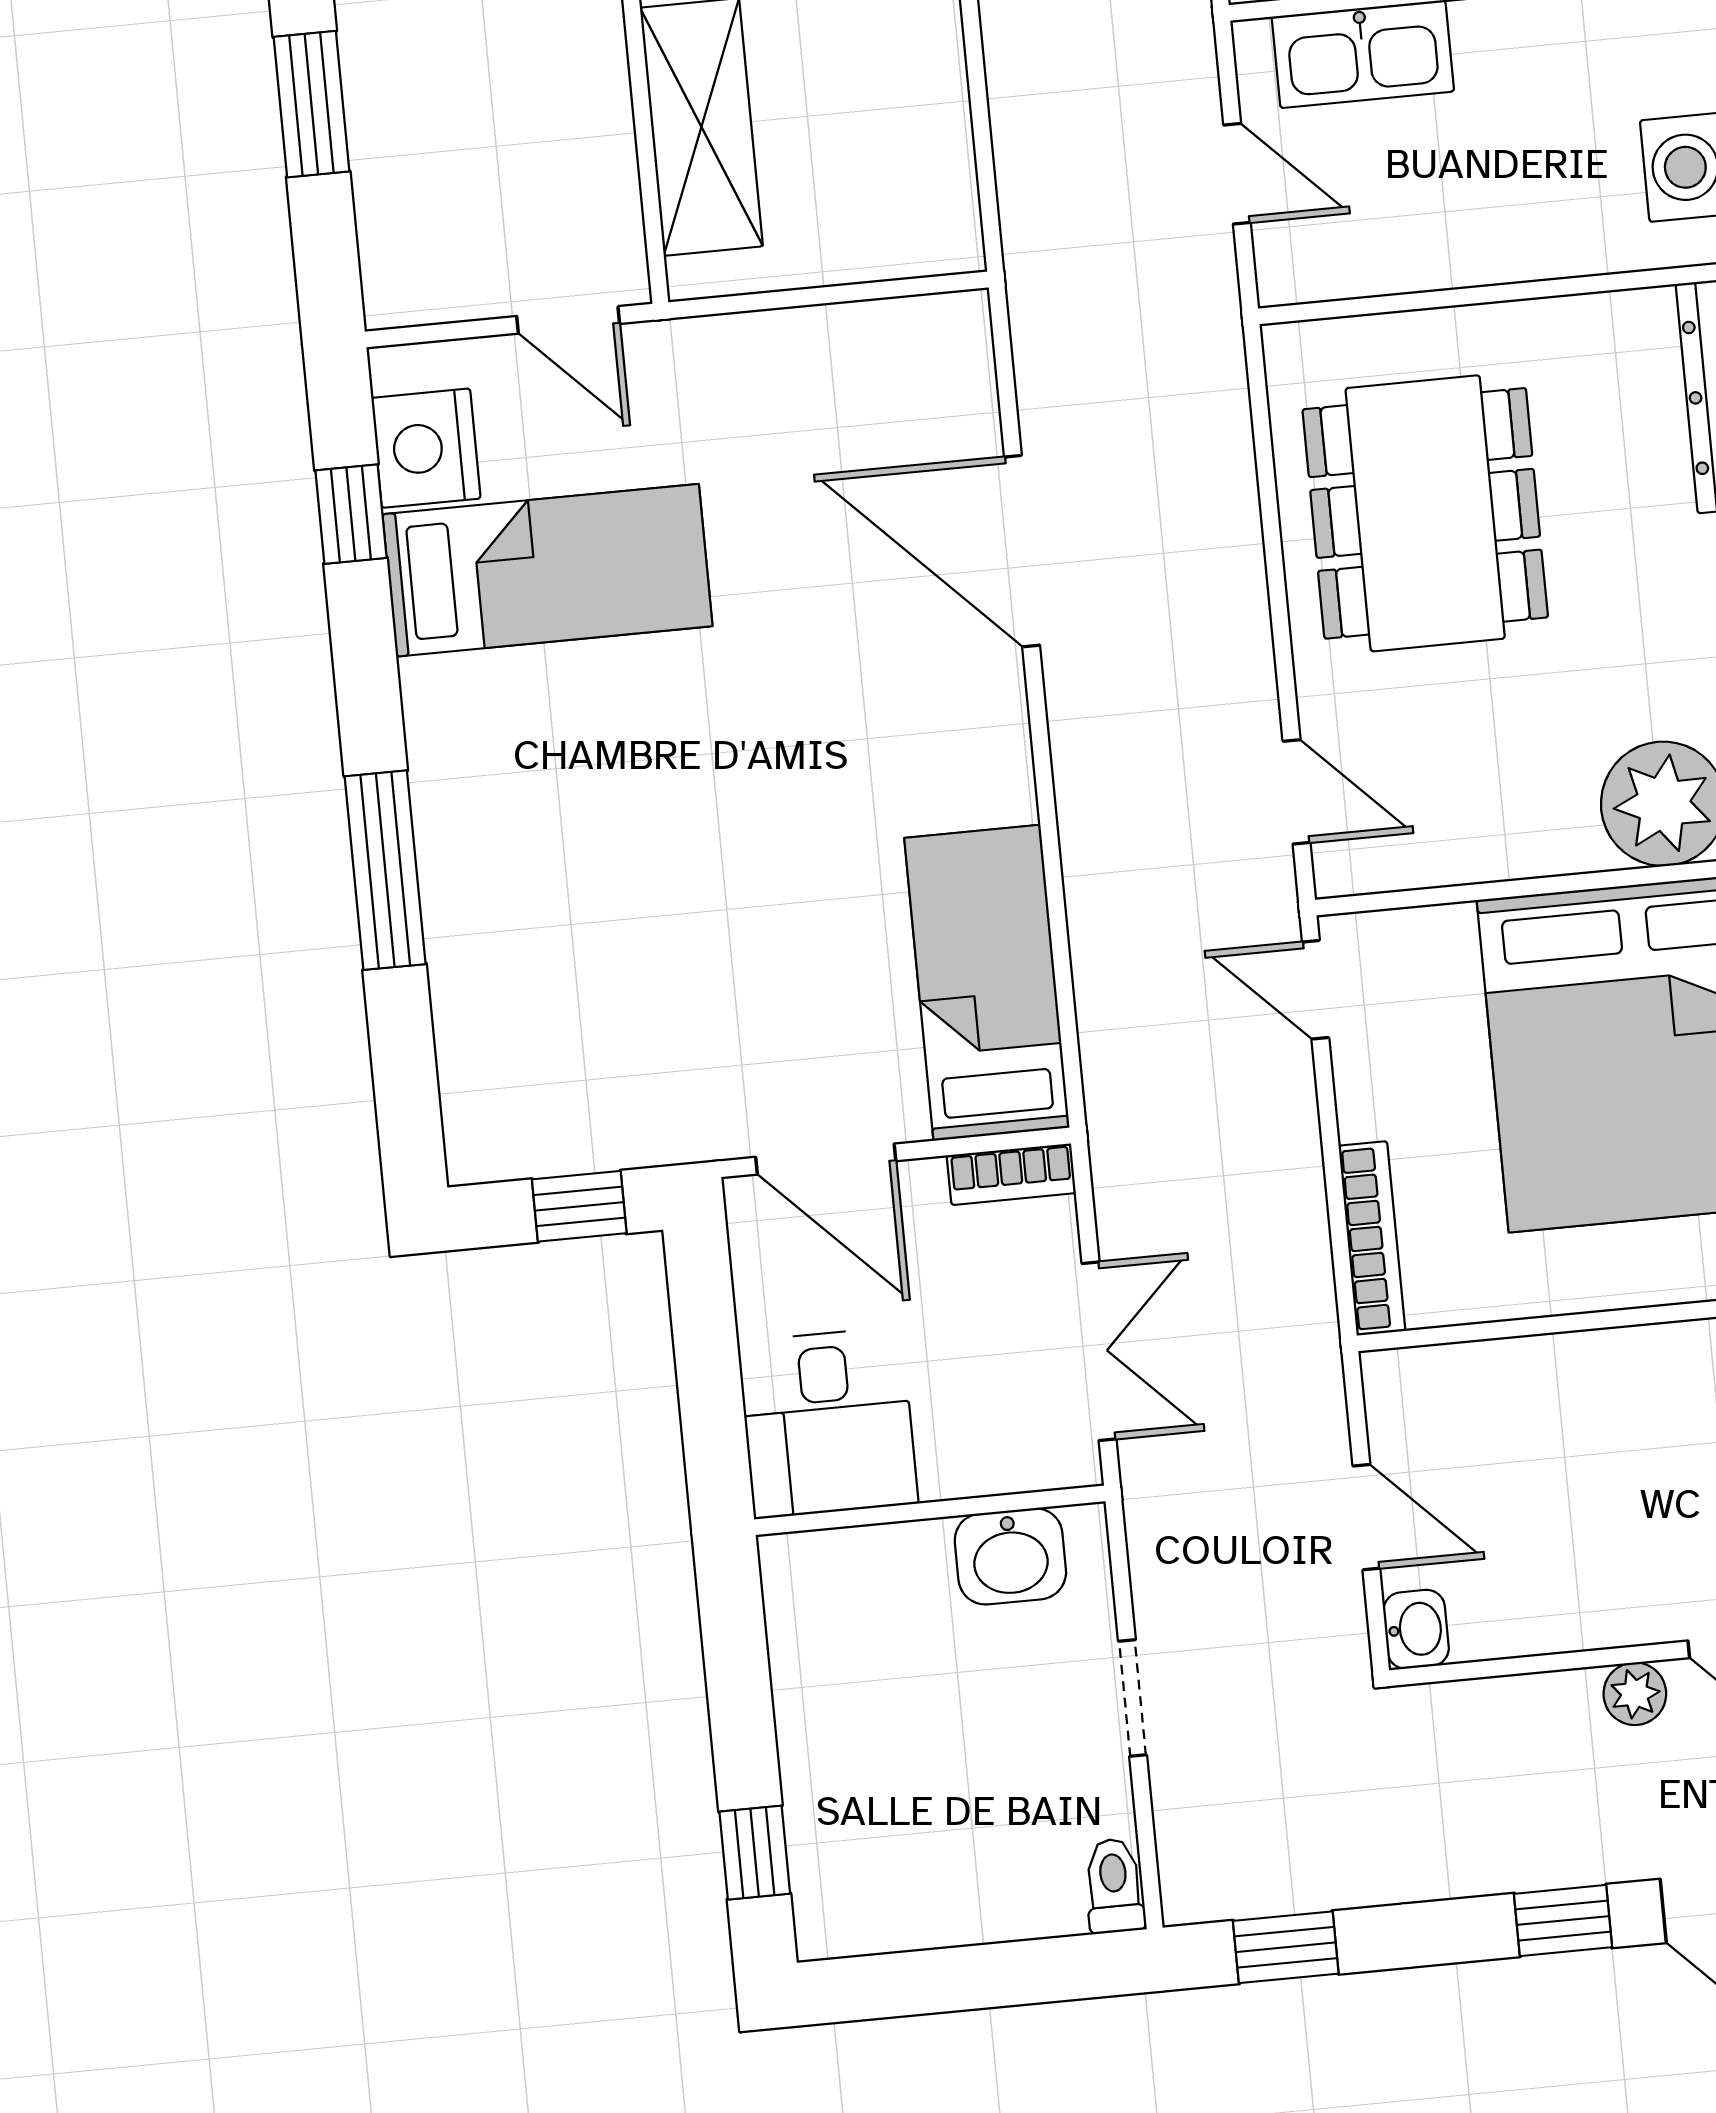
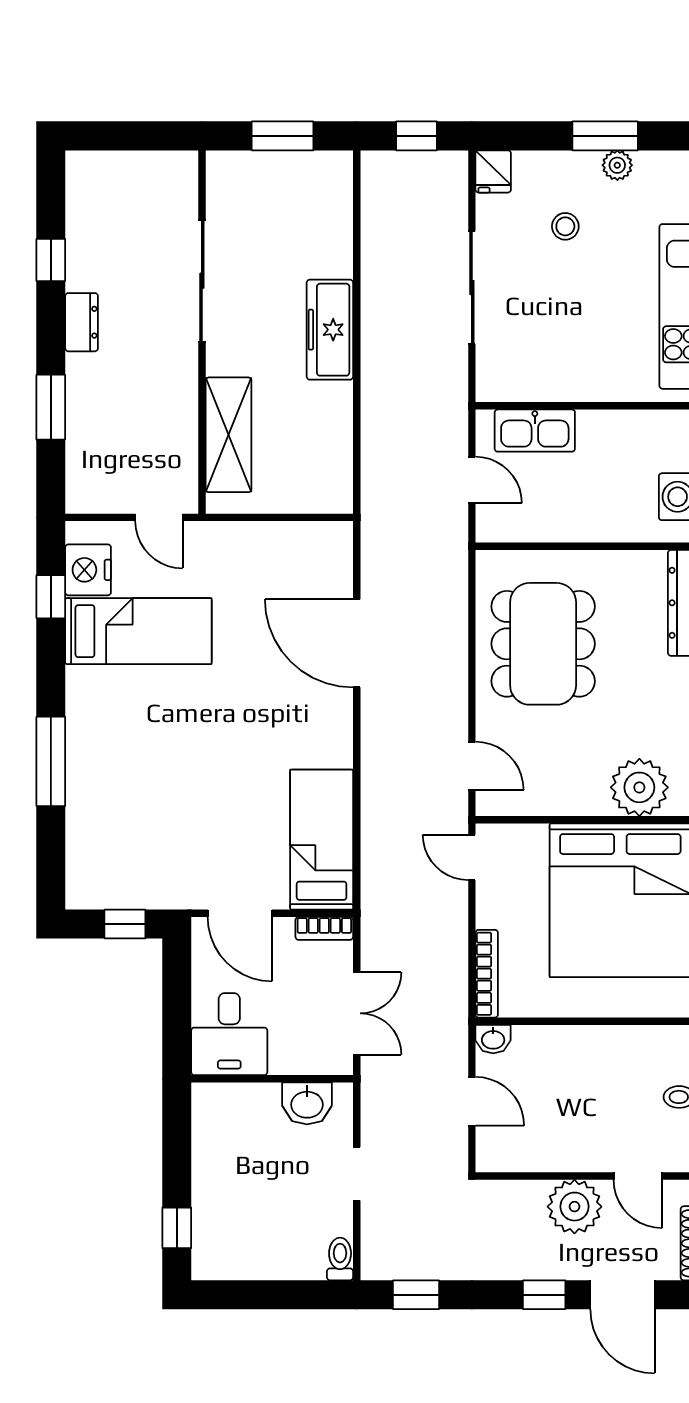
washbasin: (1416, 1629) -> (493, 1039), moved, turned 90
plant: (1635, 1694) -> (574, 1207), width x1.88, depth x1.88

